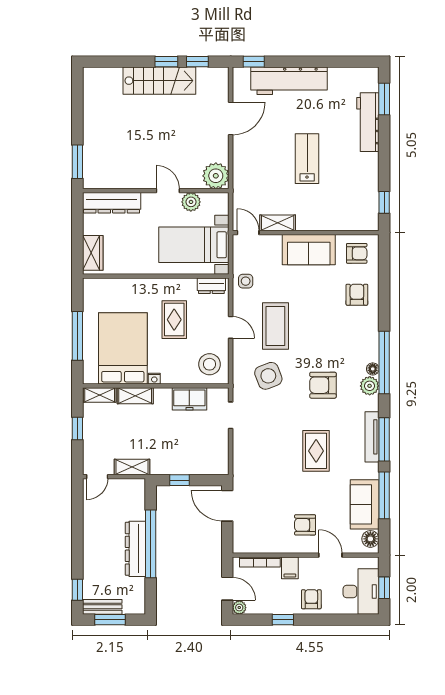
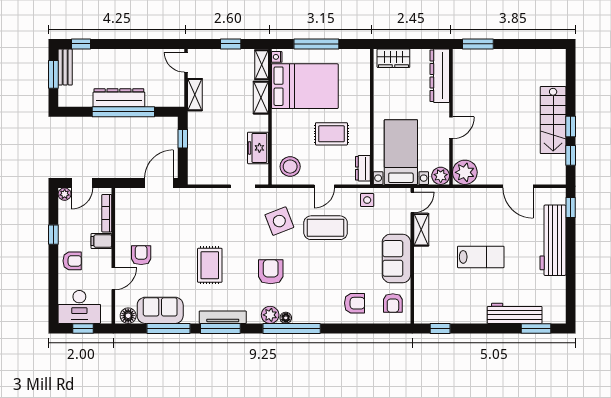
plant: (191, 202) -> (441, 176), moved
nightstand: (154, 379) -> (277, 57), moved
rug: (316, 451) -> (210, 265), turned 90

